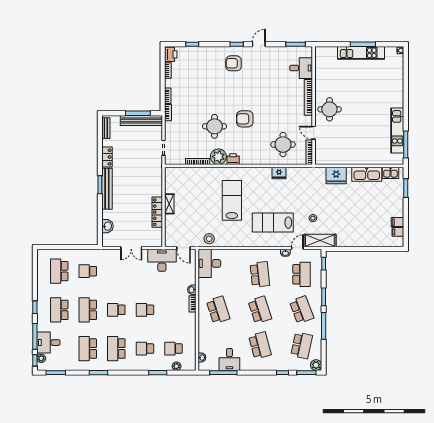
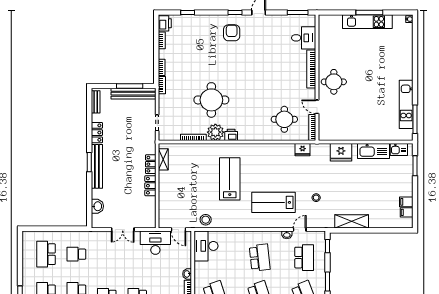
armchair: (234, 63) -> (232, 33), turned 90
armchair: (245, 119) -> (244, 92), removed
round table: (215, 126) -> (211, 100), width x1.36, depth x1.36
fridge: (279, 173) -> (303, 150), moved
locker: (158, 187) -> (151, 164), added
shelving: (169, 204) -> (163, 159), moved
locker: (157, 212) -> (150, 186), width x0.66
shelving: (320, 240) -> (352, 221), moved

